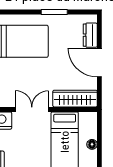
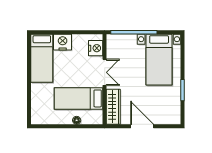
dresser: (90, 35) -> (164, 119), removed
door: (99, 62) -> (142, 126), hinge flipped

